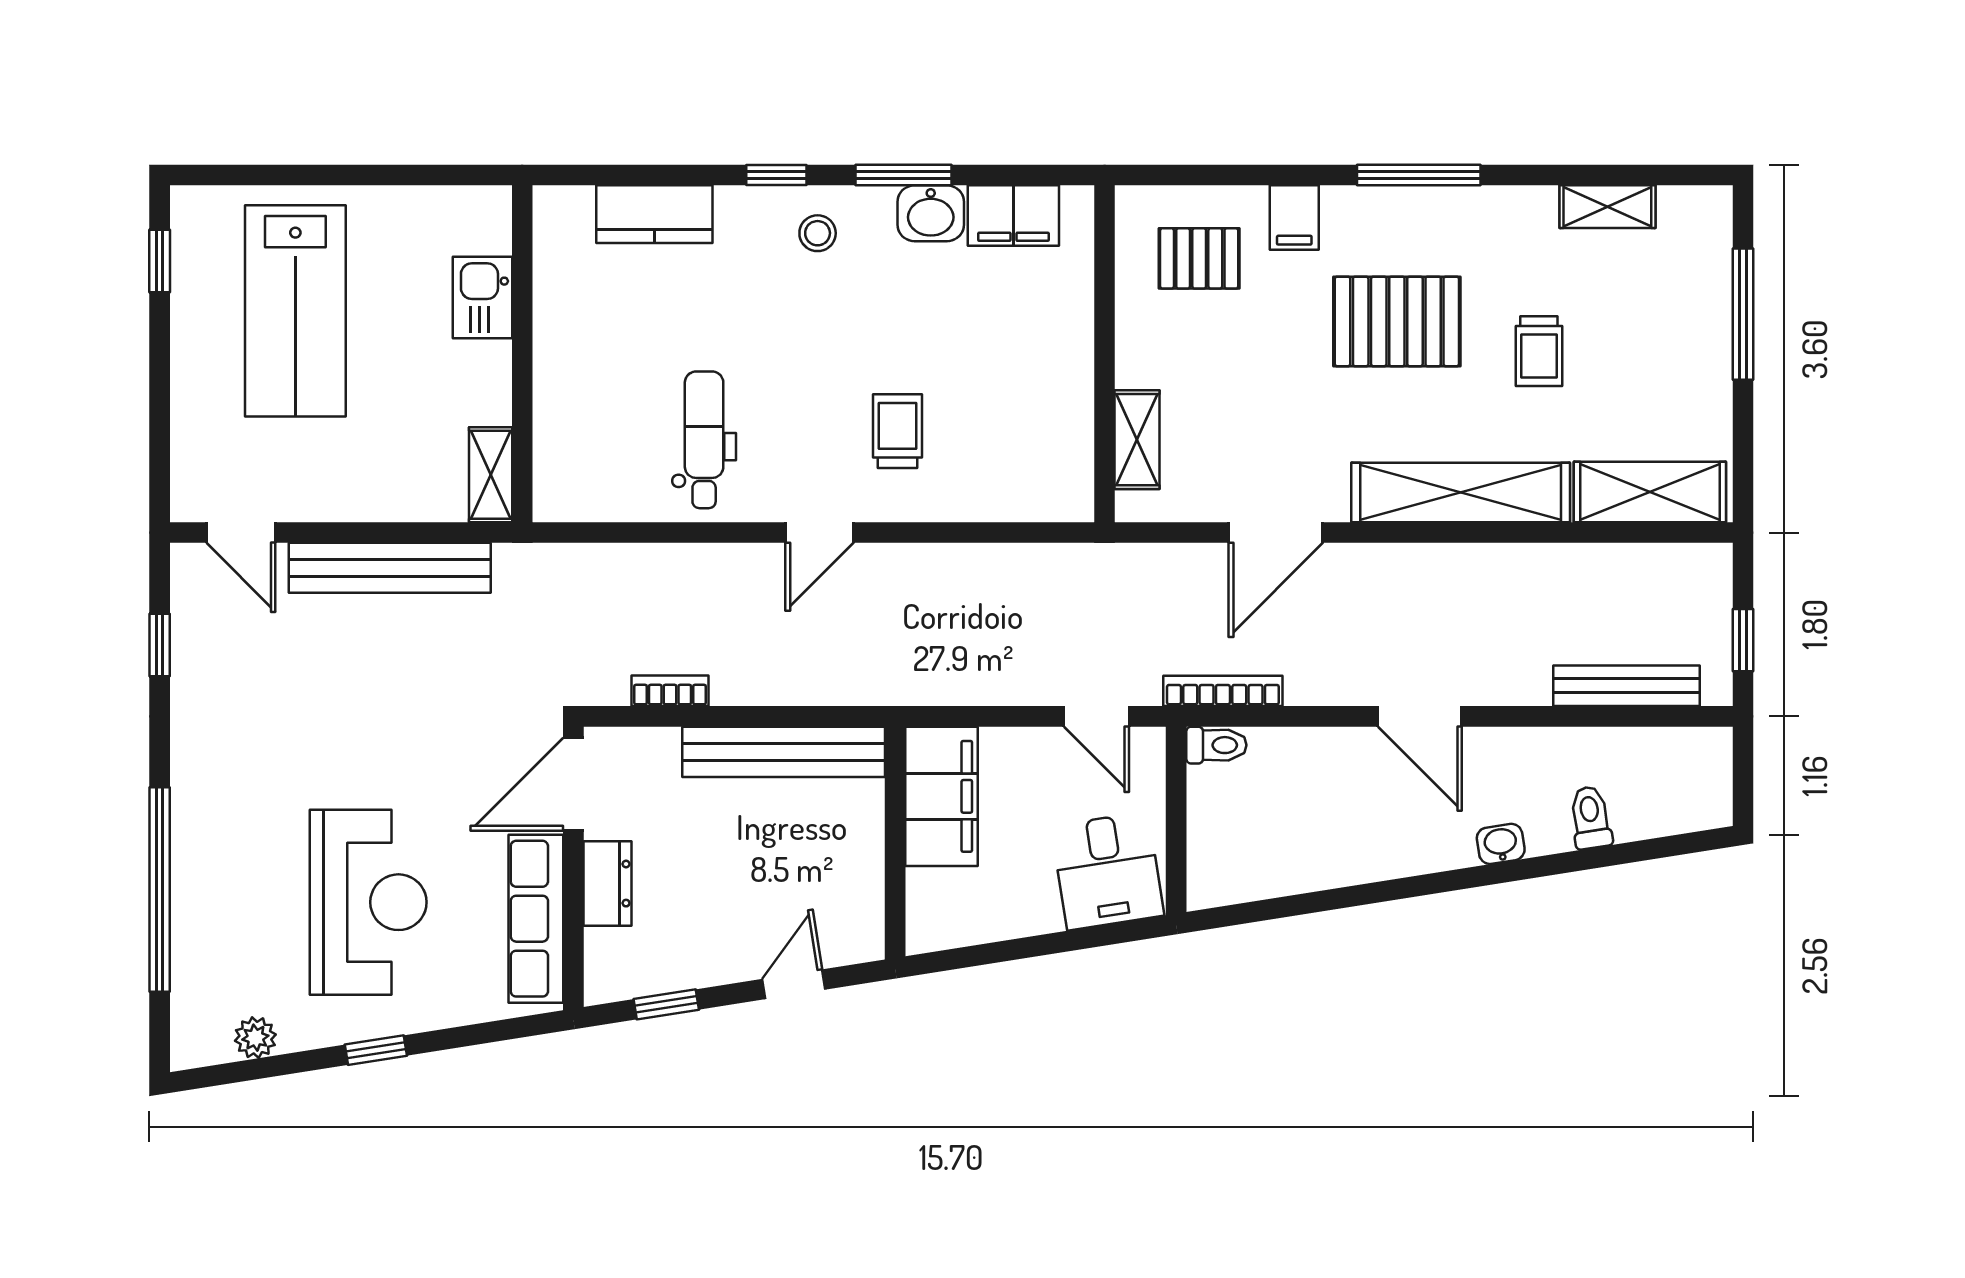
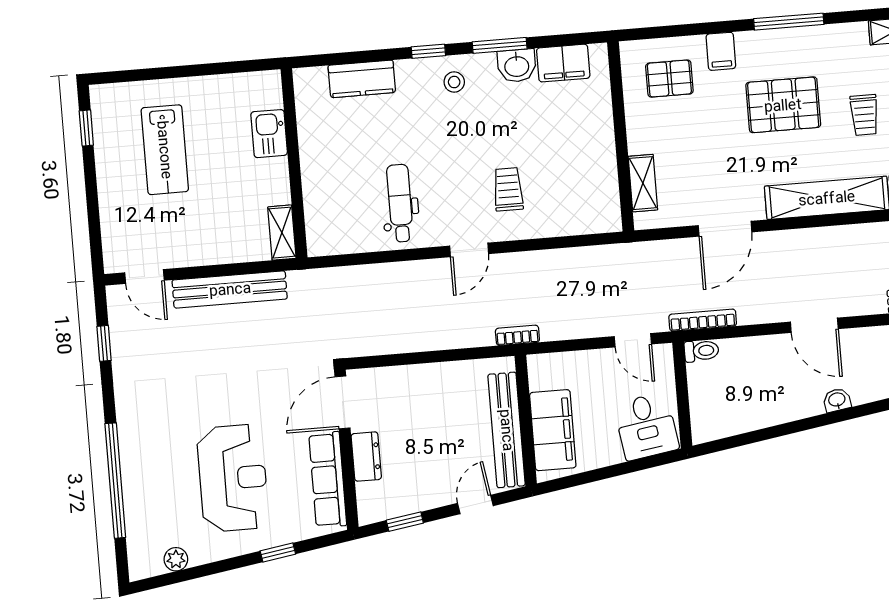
lab bench: (295, 311) -> (165, 150), width x0.73, depth x0.72
bookcase: (670, 691) -> (517, 335), moved
bench: (784, 752) -> (507, 430), moved, turned 90
filing cabinet: (941, 796) -> (553, 430), moved
washbasin: (1501, 844) -> (837, 400), moved
window: (376, 1050) -> (278, 552), moved

